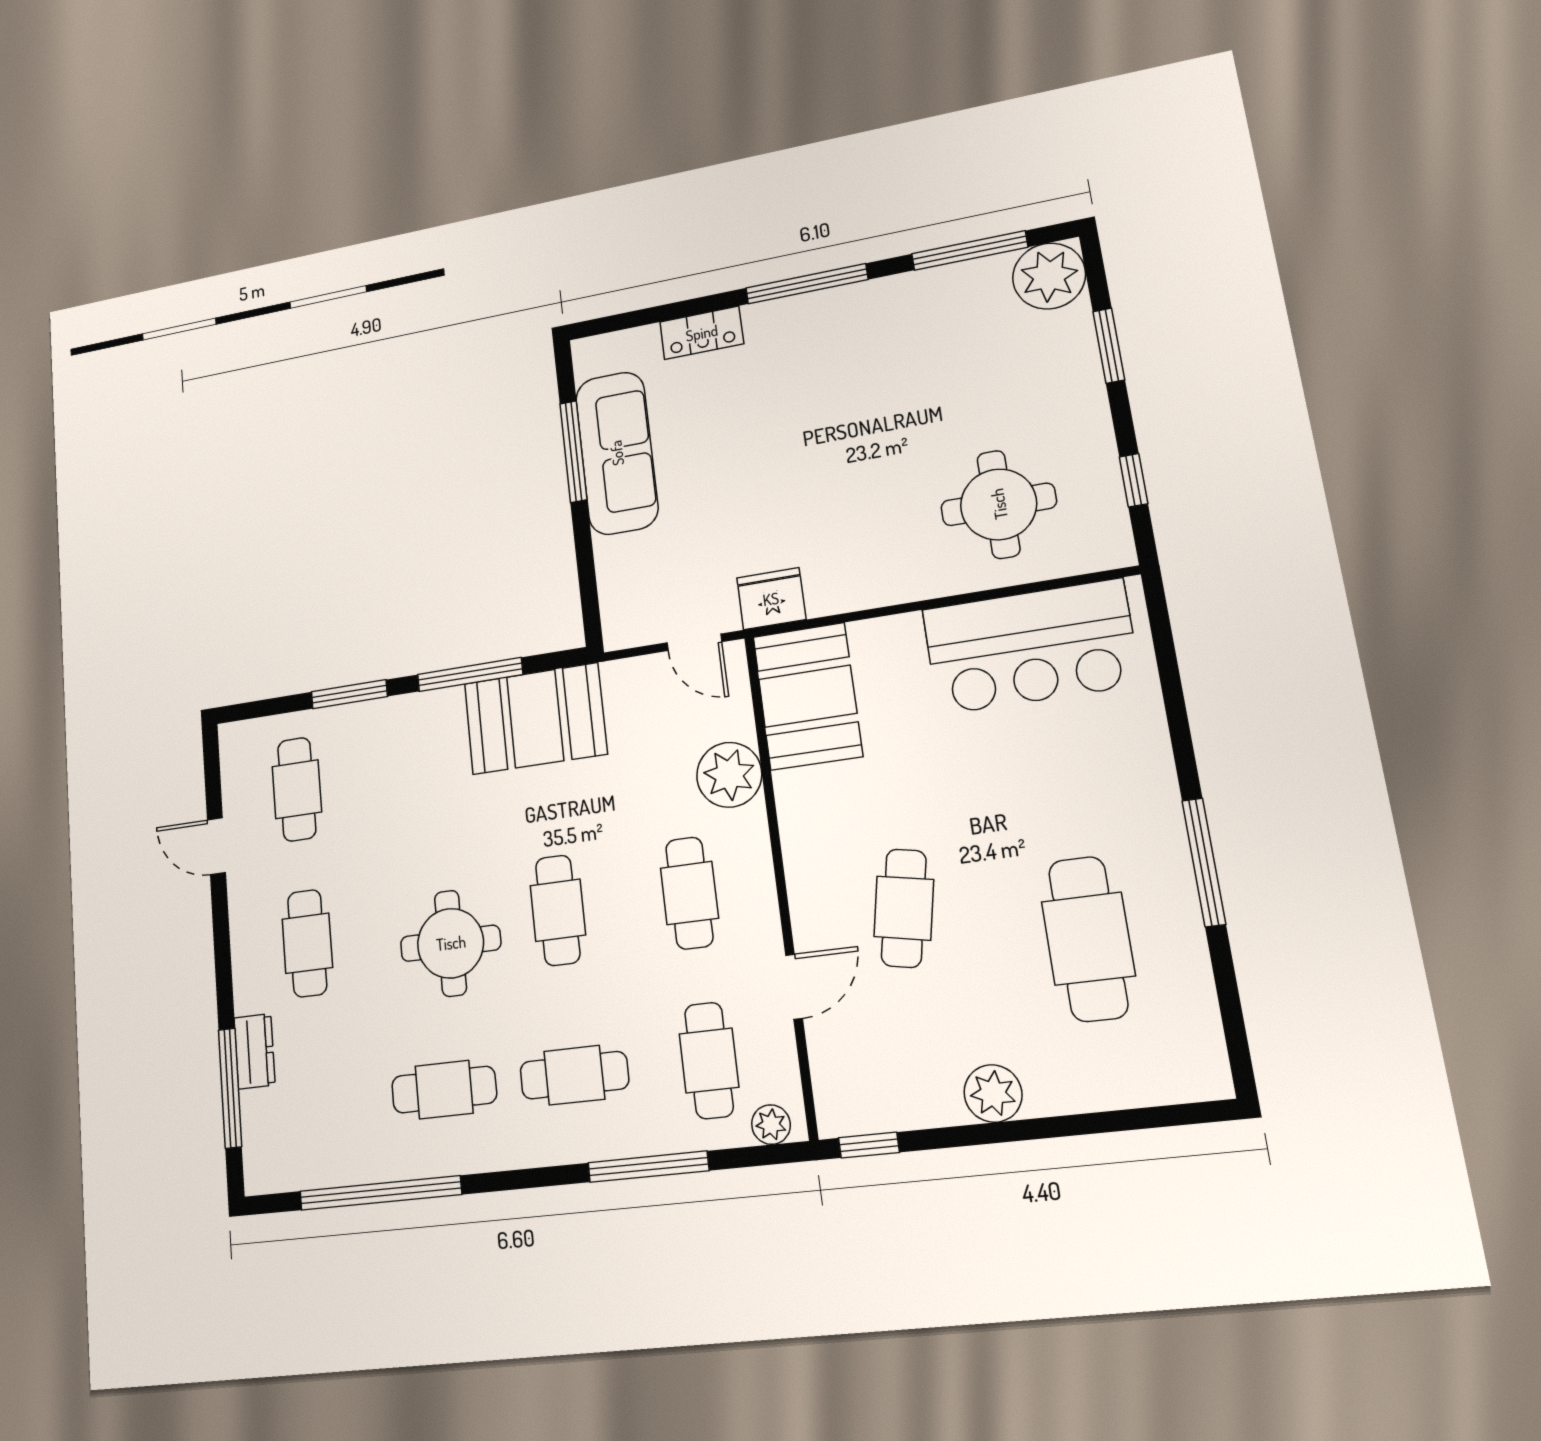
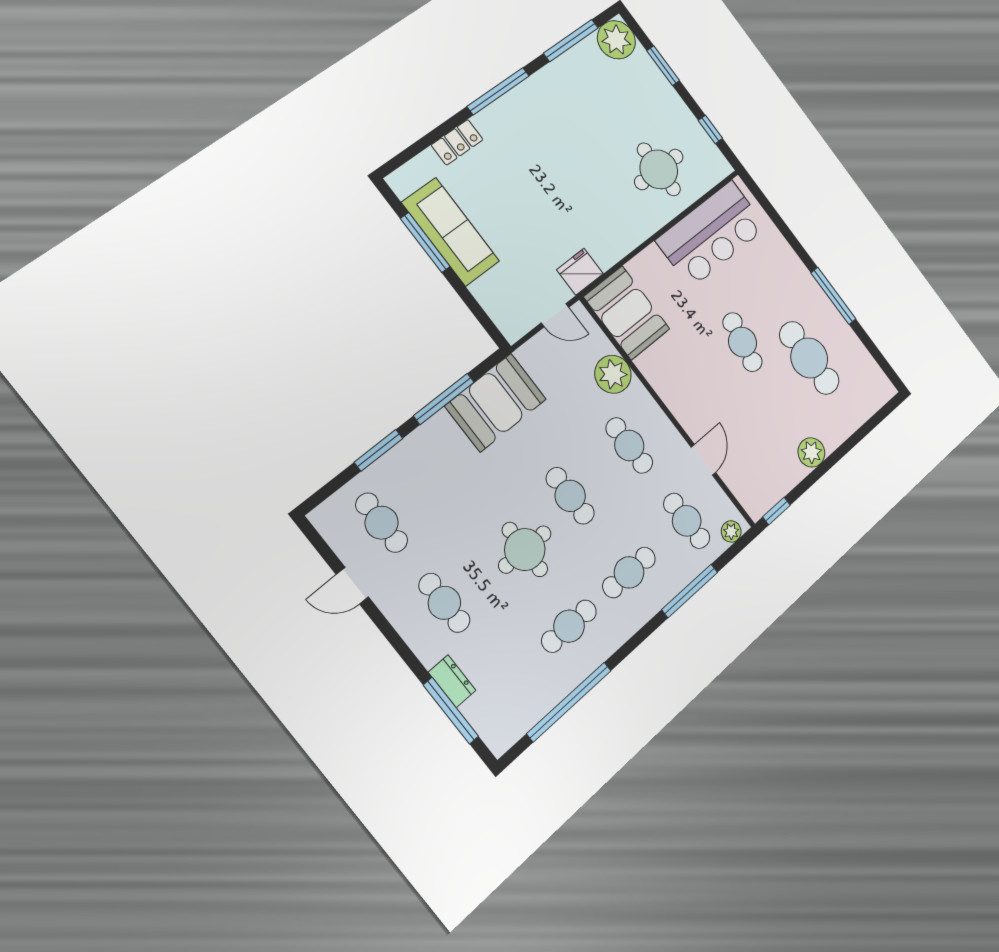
cafe table: (904, 908) -> (742, 342), moved

